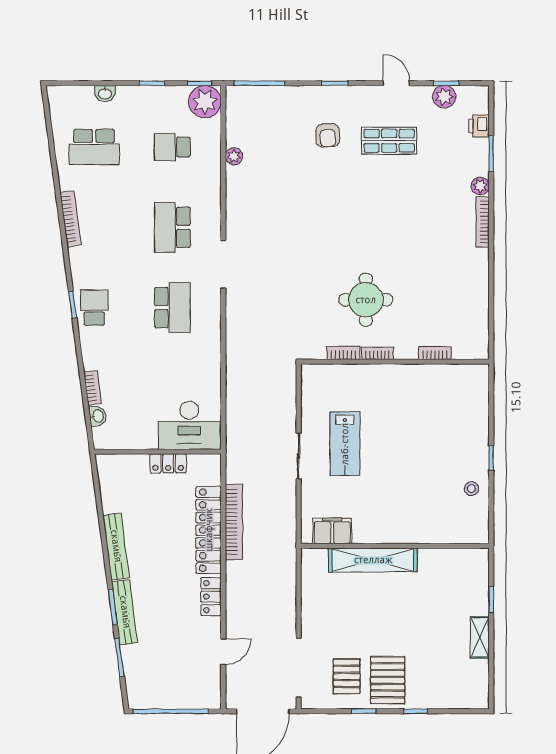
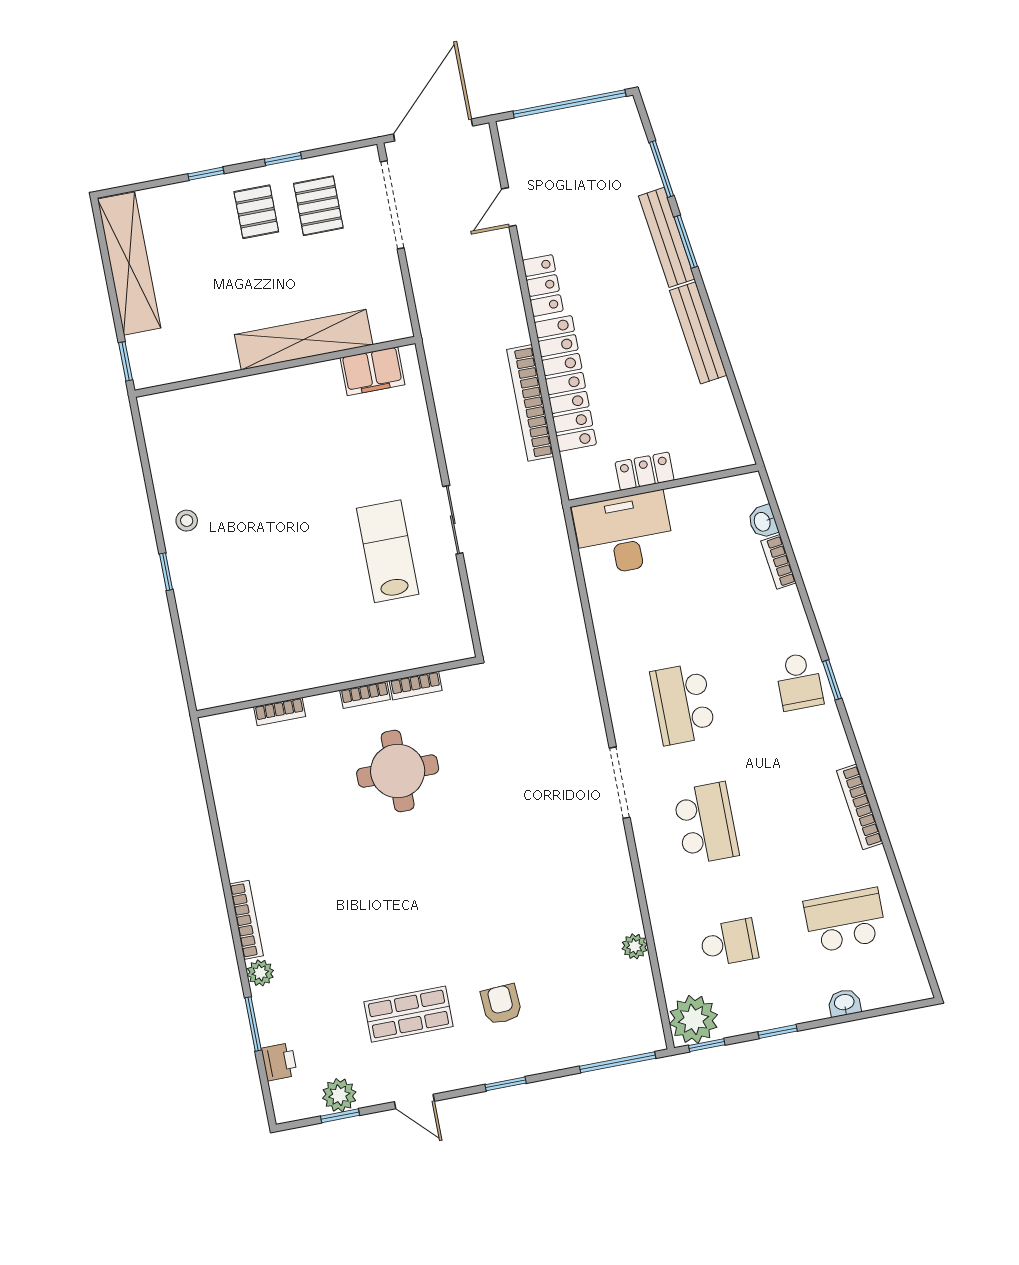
filing cabinet: (332, 531) -> (372, 371), moved
wall: (395, 546) -> (275, 367), moved
shelving: (373, 560) -> (304, 340), moved
shelving: (480, 637) -> (129, 264), width x2.20, depth x1.33
pallet: (388, 680) -> (256, 212), width x0.67, depth x0.71

